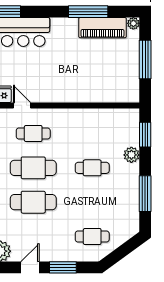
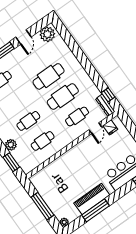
piano: (102, 28) -> (92, 199), moved
door: (22, 105) -> (95, 128), hinge flipped
cafe table: (92, 134) -> (43, 141), added

